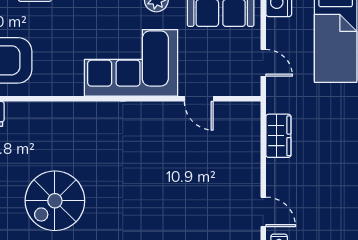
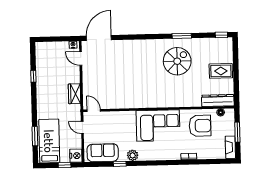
corner sofa: (131, 63) -> (158, 126), moved
door: (199, 99) -> (94, 110), moved

